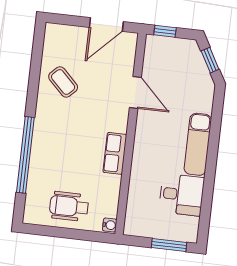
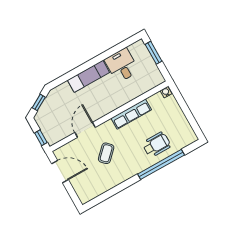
coffee table: (63, 82) -> (106, 153), moved
row of seats: (115, 153) -> (131, 114), width x1.48
wheelchair: (69, 206) -> (157, 145), moved, turned -90

